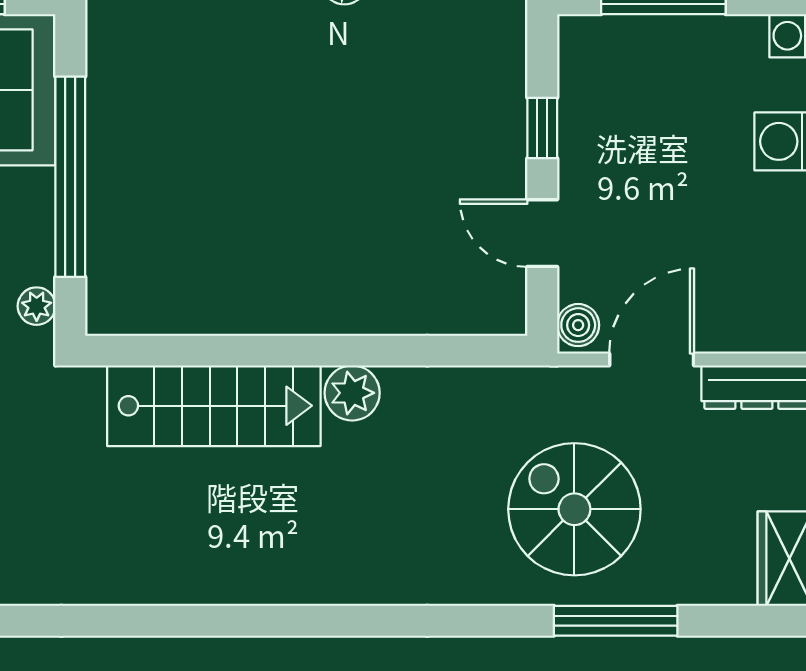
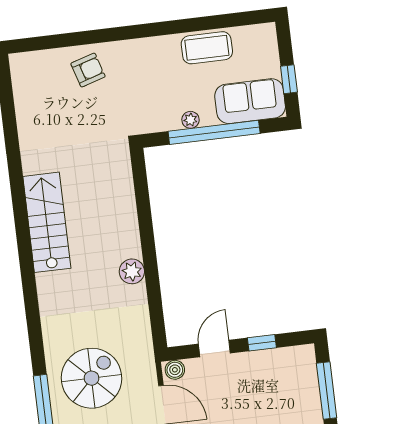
plant: (37, 306) -> (191, 120), moved
stairs: (214, 406) -> (47, 222), moved, turned 180

